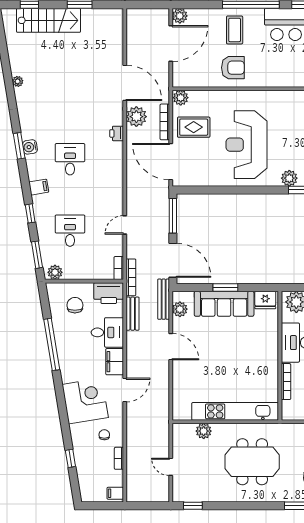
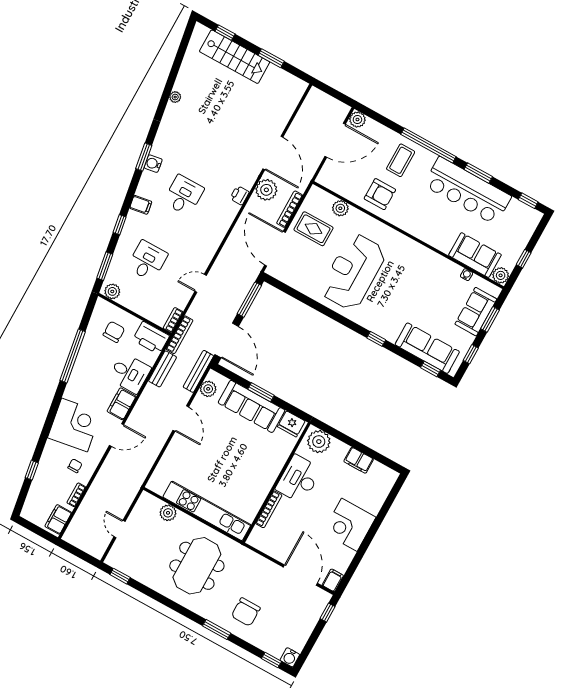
plant: (181, 98) -> (340, 208), moved
plant: (289, 178) -> (375, 324), removed
meeting table: (252, 462) -> (197, 566), turned 90
filing cabinet: (115, 493) -> (58, 519), width x2.00

